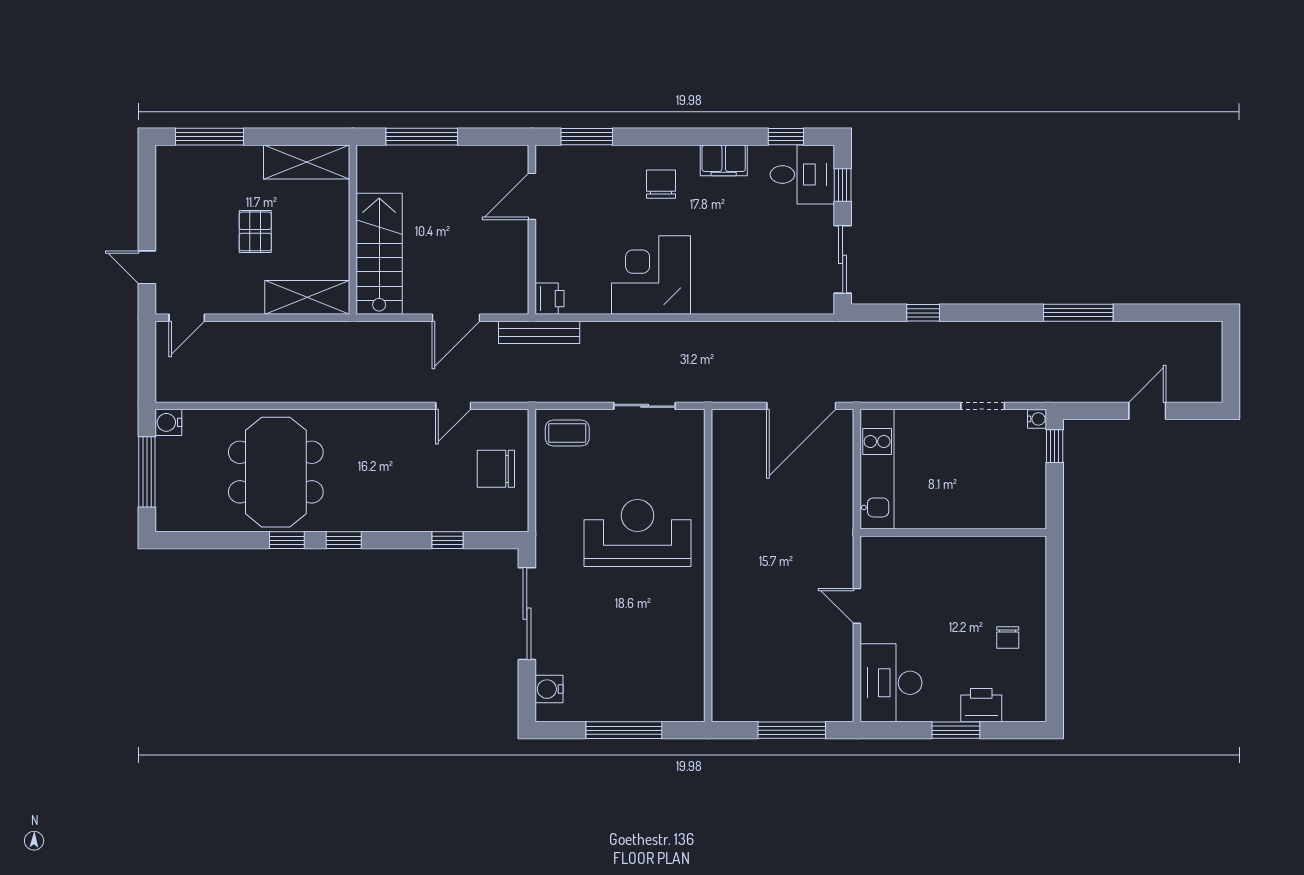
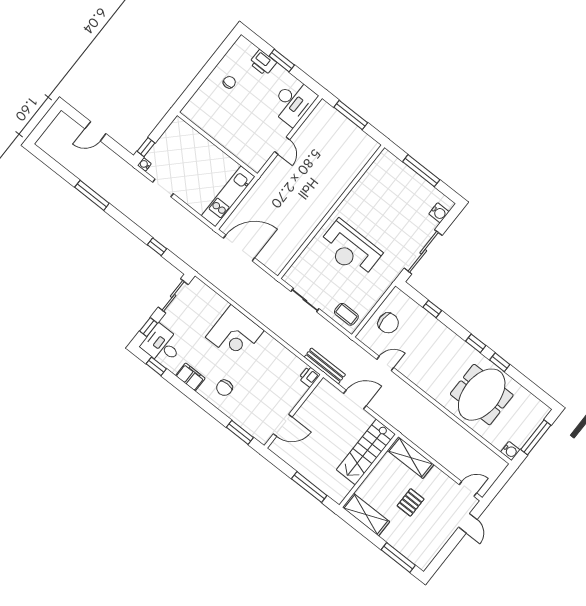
corner desk: (651, 275) -> (235, 334), moved

